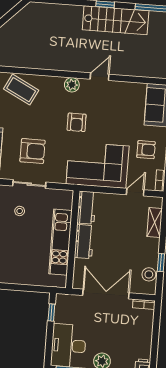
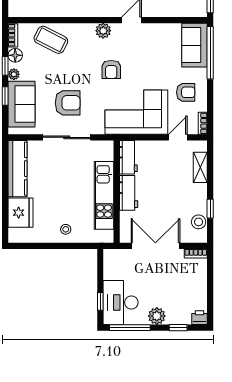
sliding door: (29, 184) -> (67, 137), width x1.37
stool: (20, 211) -> (66, 229), moved
window: (51, 313) -> (100, 301), moved

